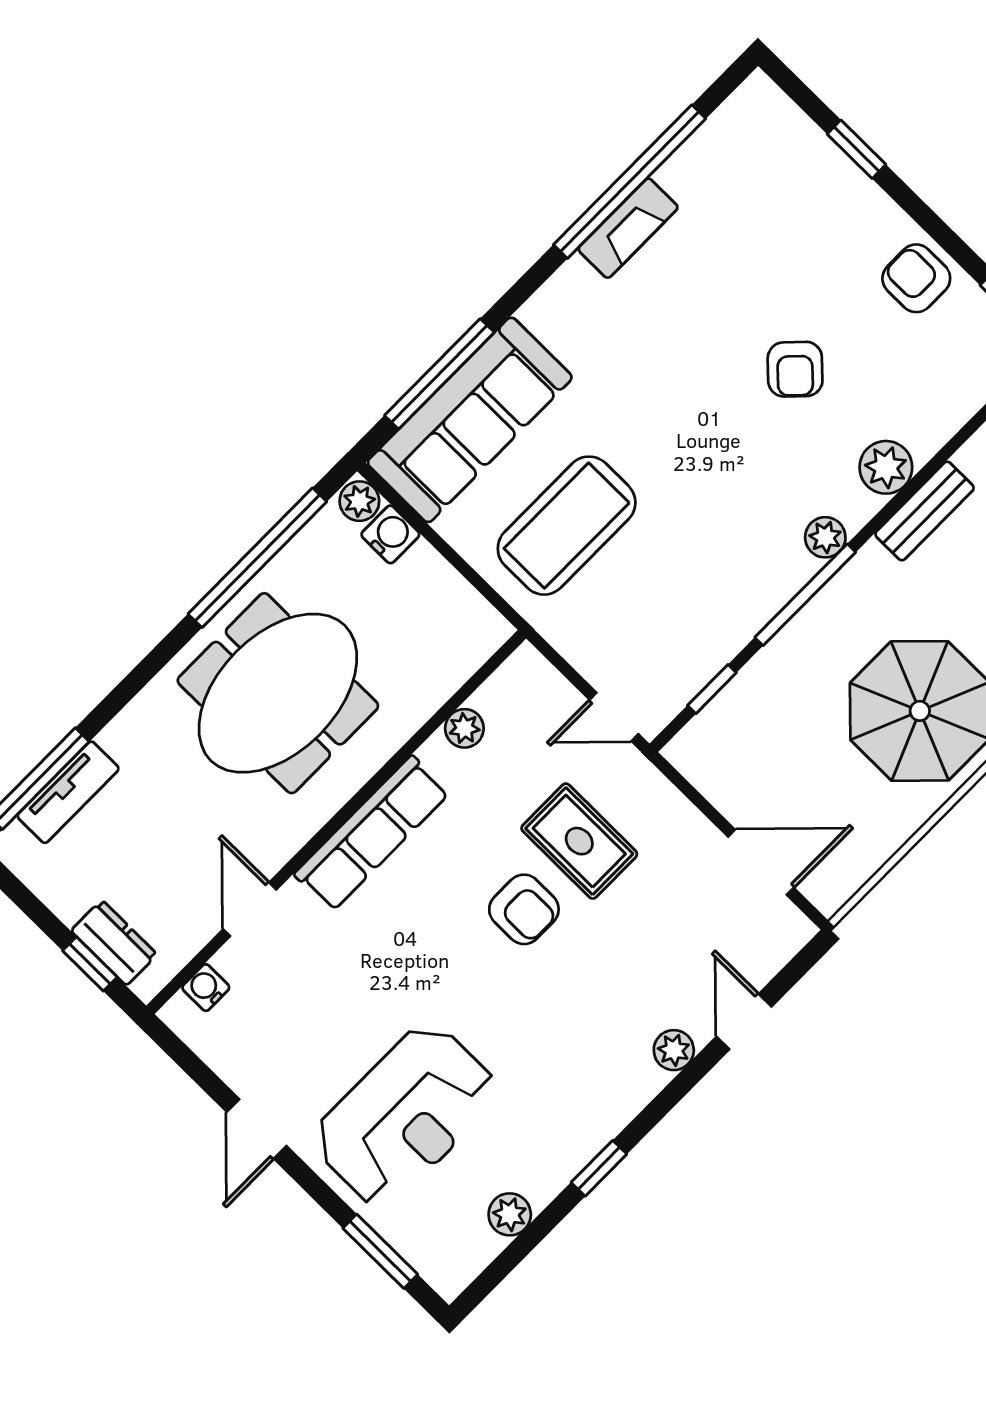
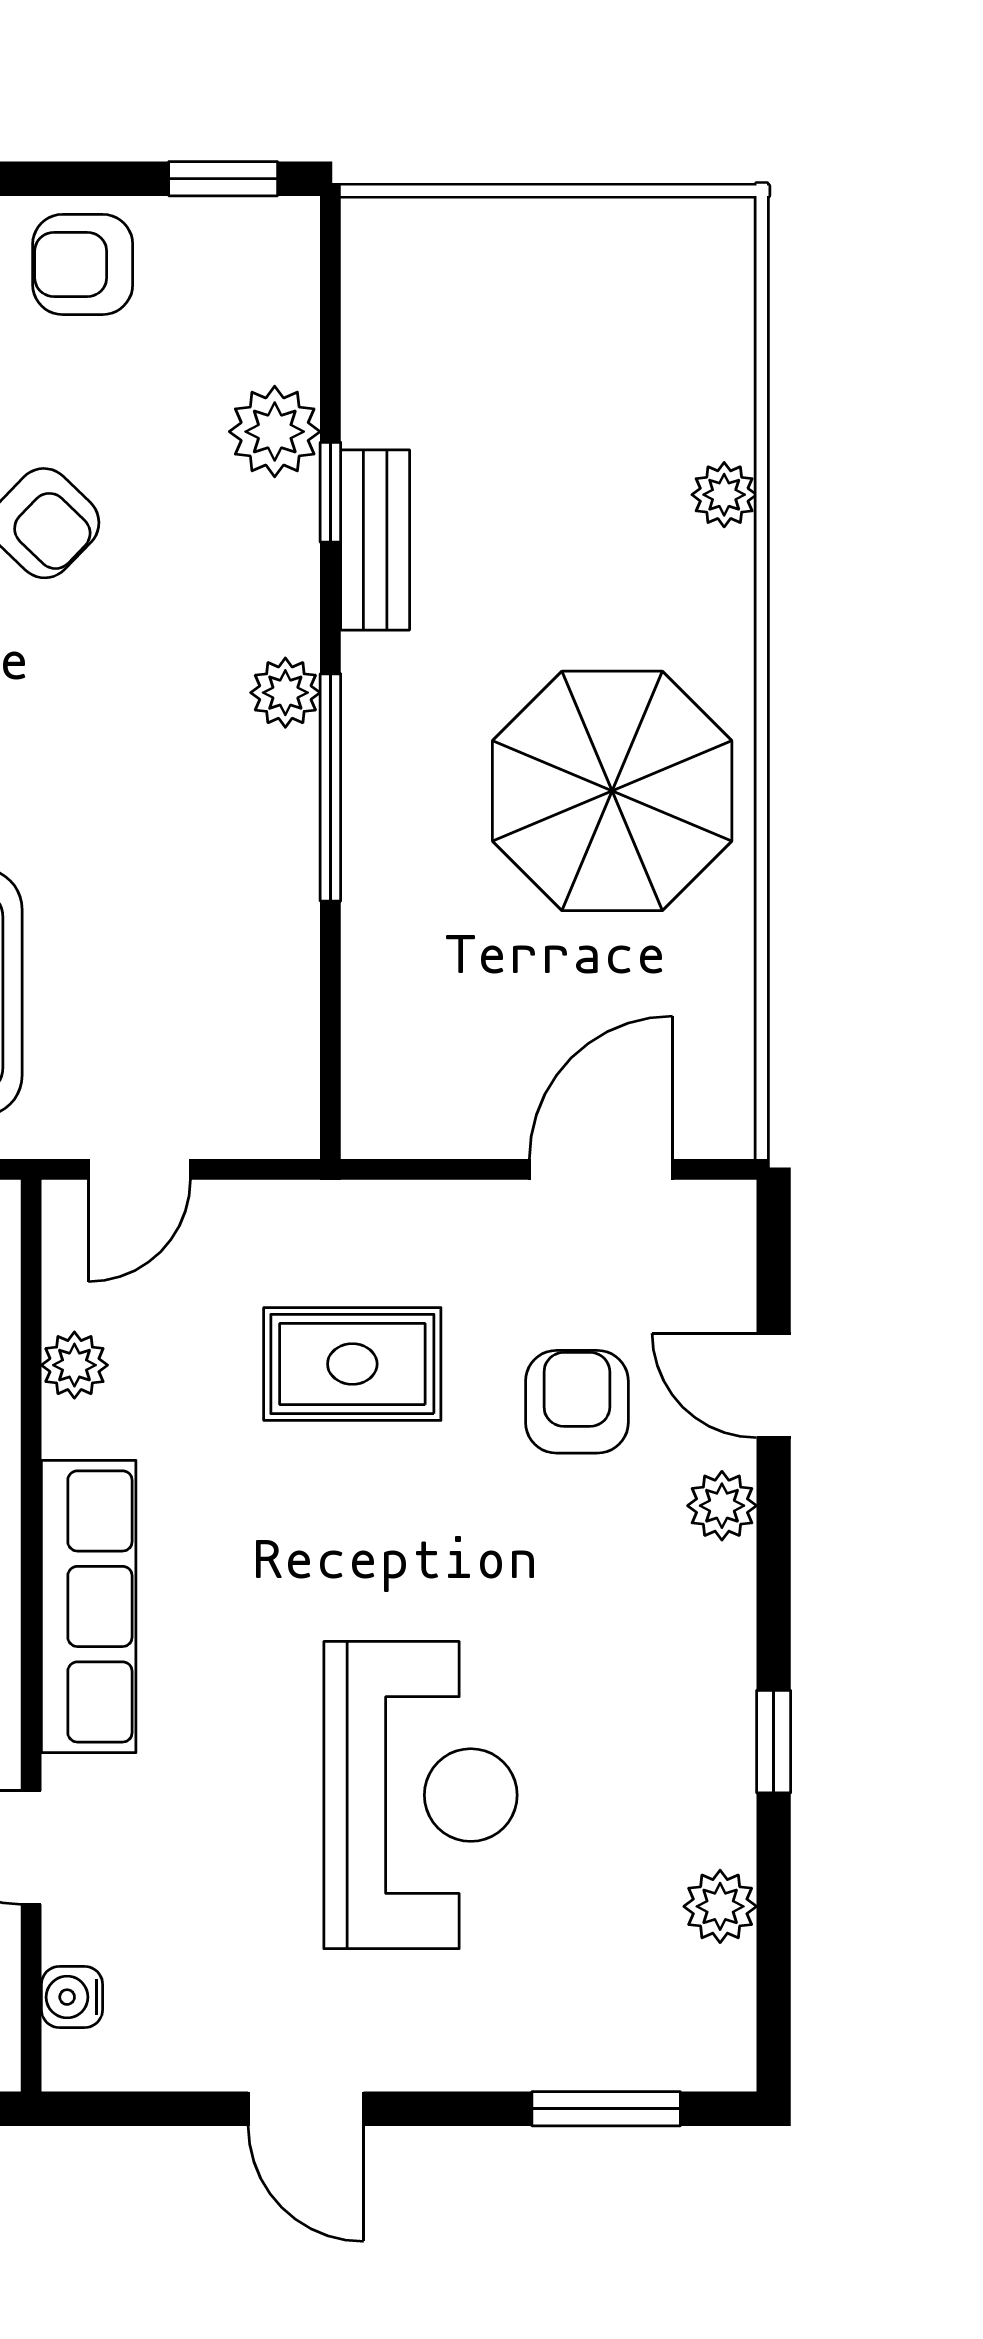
plant: (886, 467) -> (275, 432), moved
window: (712, 689) -> (330, 492), moved
door: (614, 717) -> (139, 1169), moved
armchair: (524, 909) -> (577, 1402), moved, turned -90
reception desk: (405, 1115) -> (420, 1795), moved

